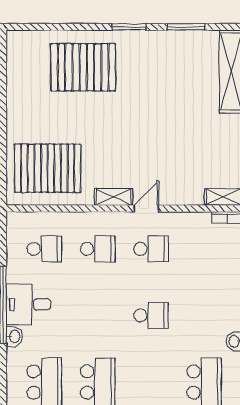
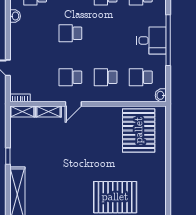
pallet: (48, 168) -> (139, 130), turned 90
shelving: (113, 197) -> (49, 112), moved
washbasin: (14, 336) -> (161, 95), moved

